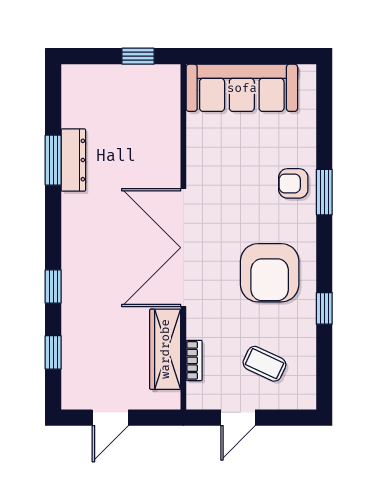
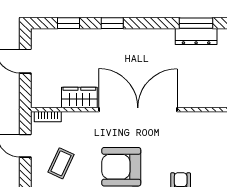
wardrobe: (165, 349) -> (79, 97), width x0.67
bookcase: (194, 360) -> (48, 117), moved

